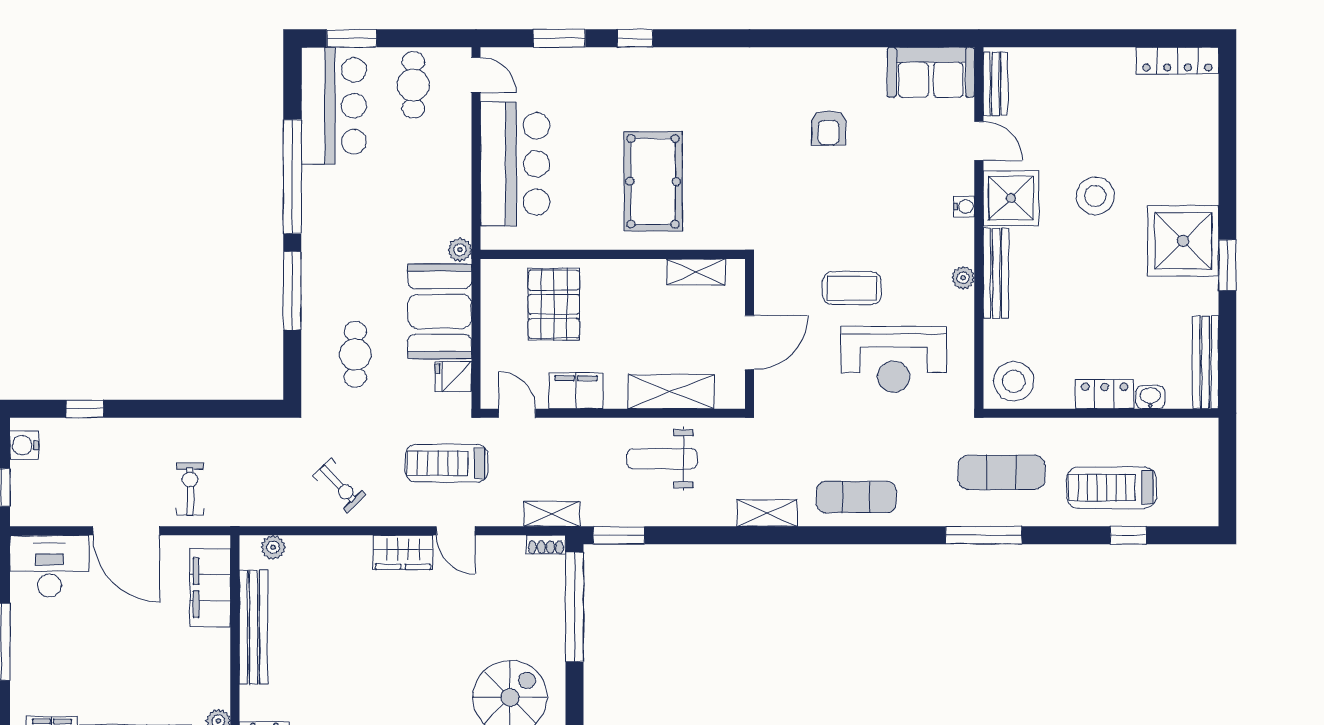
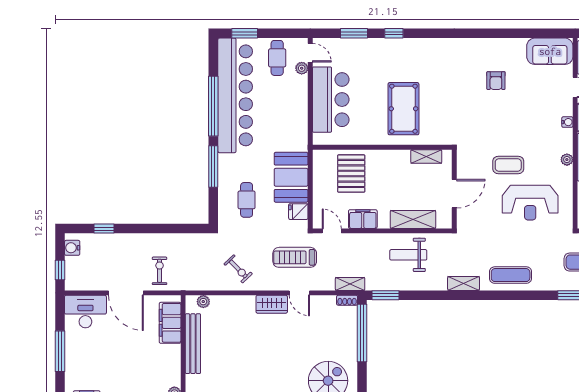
bar counter: (334, 106) -> (235, 95), width x1.86
plant: (460, 250) -> (302, 68), moved

